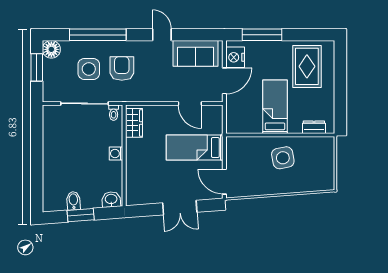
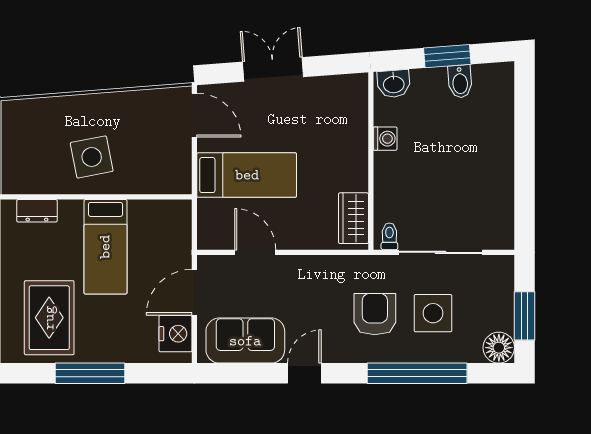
door: (162, 35) -> (304, 373), swing flipped
window: (262, 35) -> (90, 373), moved
armchair: (122, 68) -> (375, 314), turned 180
washing machine: (116, 154) -> (385, 139), moved

